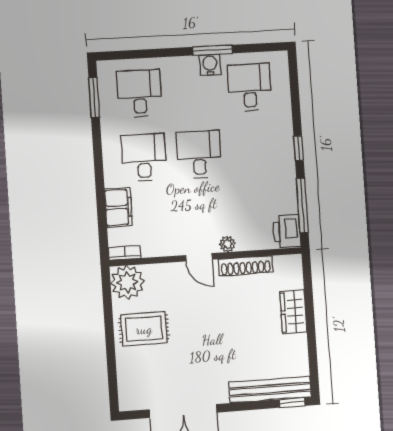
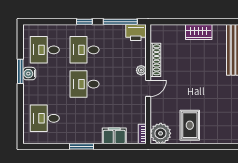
window: (94, 98) -> (81, 146), moved
desk: (144, 158) -> (85, 50), moved
wardrobe: (293, 312) -> (199, 32), moved

